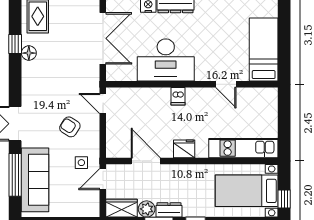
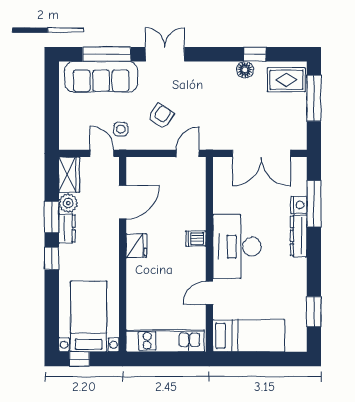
desk: (166, 60) -> (237, 247), moved
kitchen unit: (243, 148) -> (165, 341), moved, turned -90

